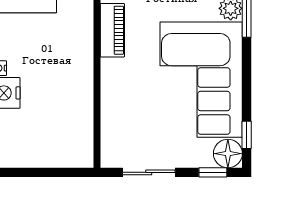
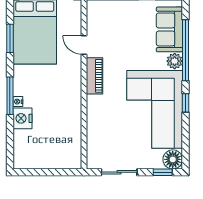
window: (247, 135) -> (186, 103), moved

